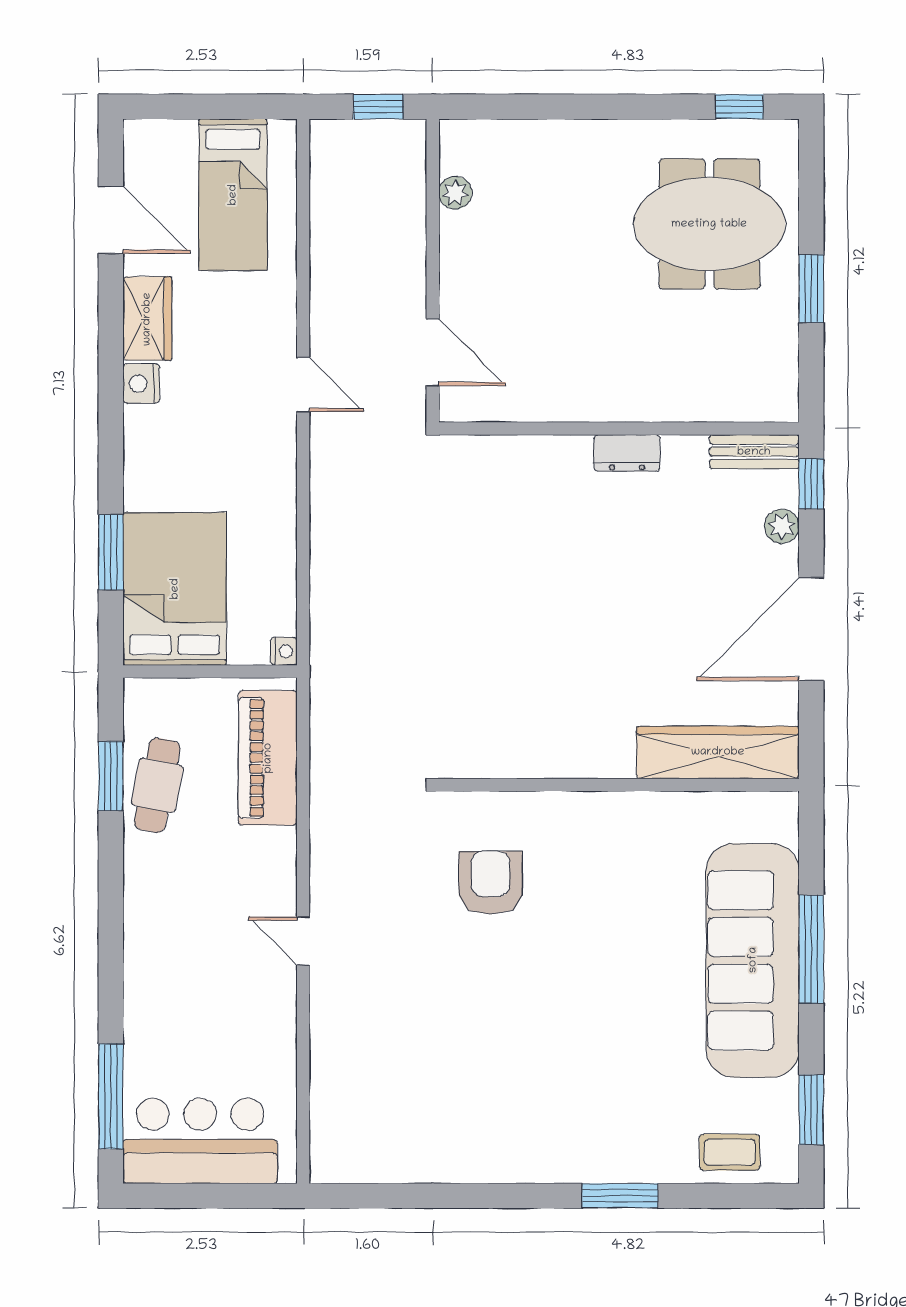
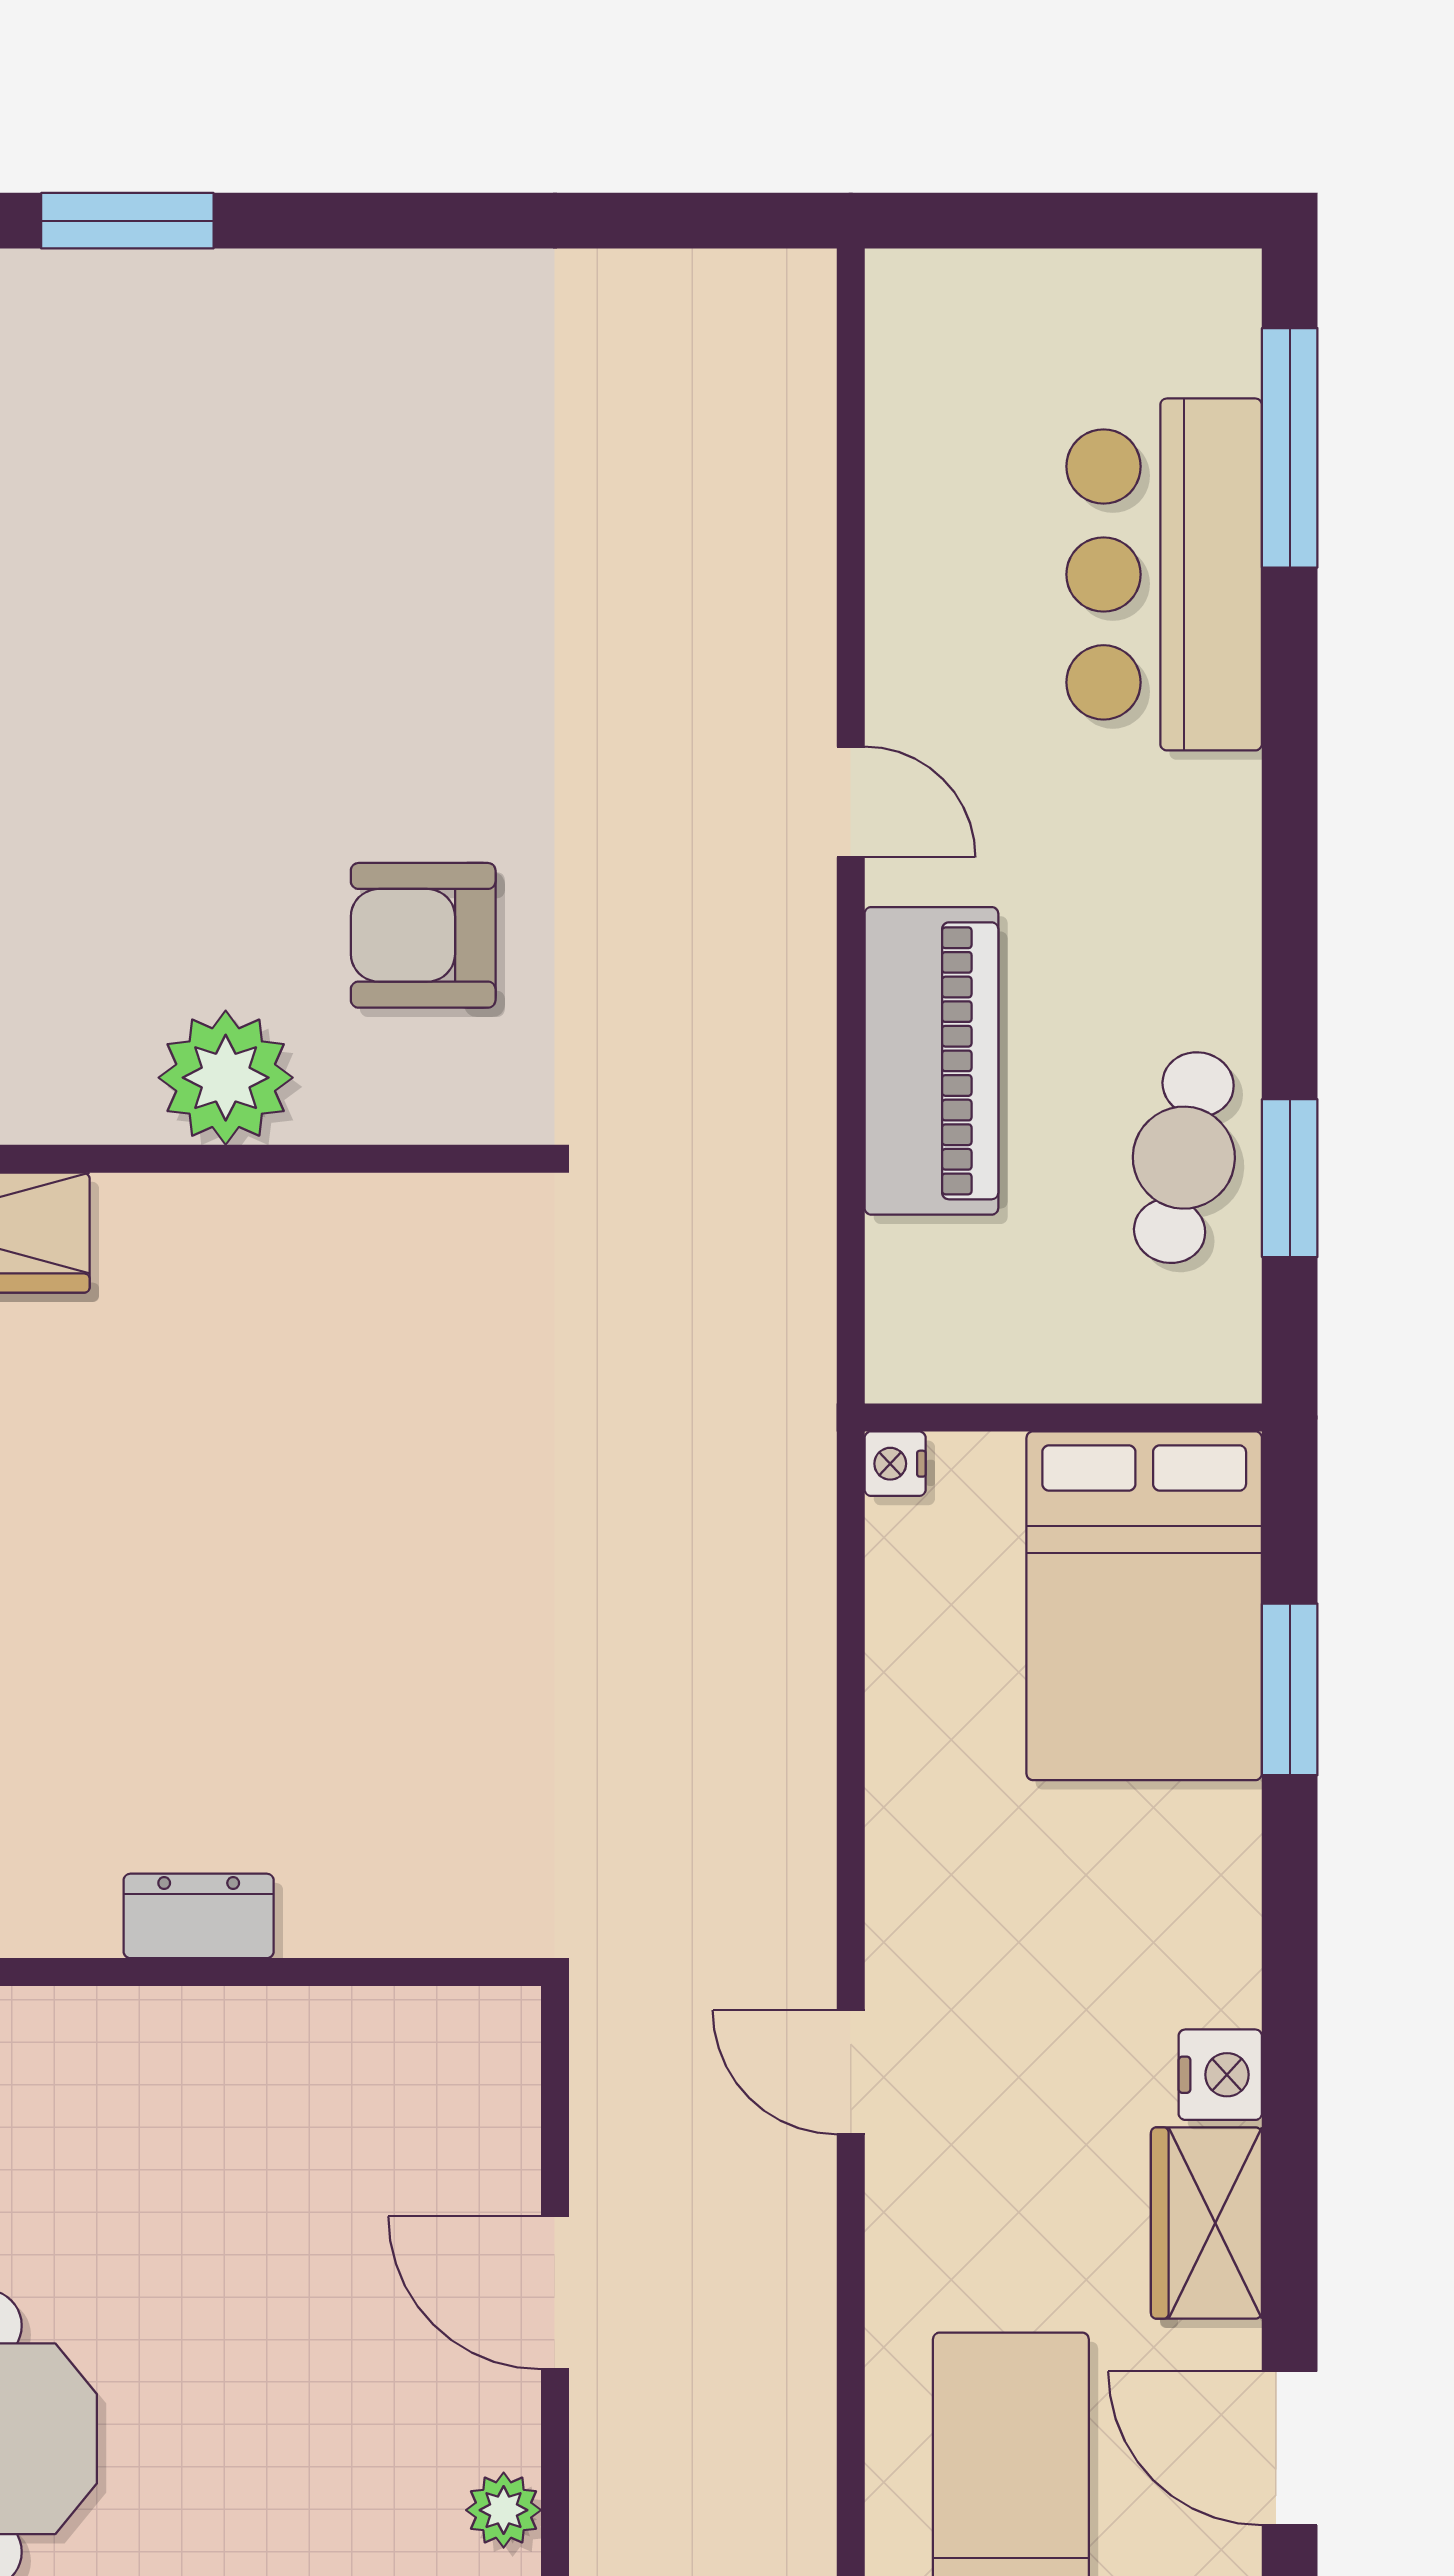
door: (433, 352) -> (555, 2293), moved
dresser: (627, 453) -> (199, 1916), moved
piano: (268, 758) -> (931, 1061), moved
plant: (577, 820) -> (226, 1078), added
armchair: (490, 883) -> (423, 935), turned 90
bar counter: (200, 1141) -> (1164, 574), moved, turned 90

